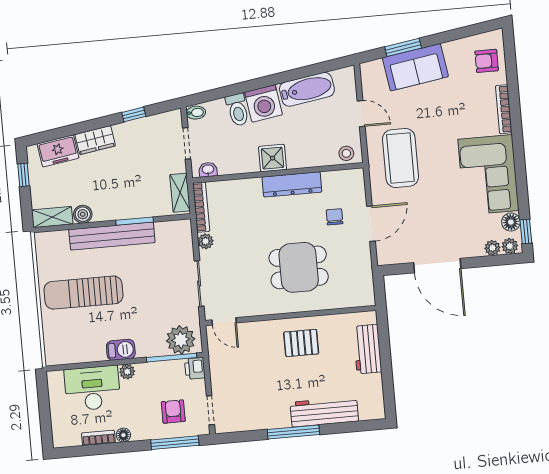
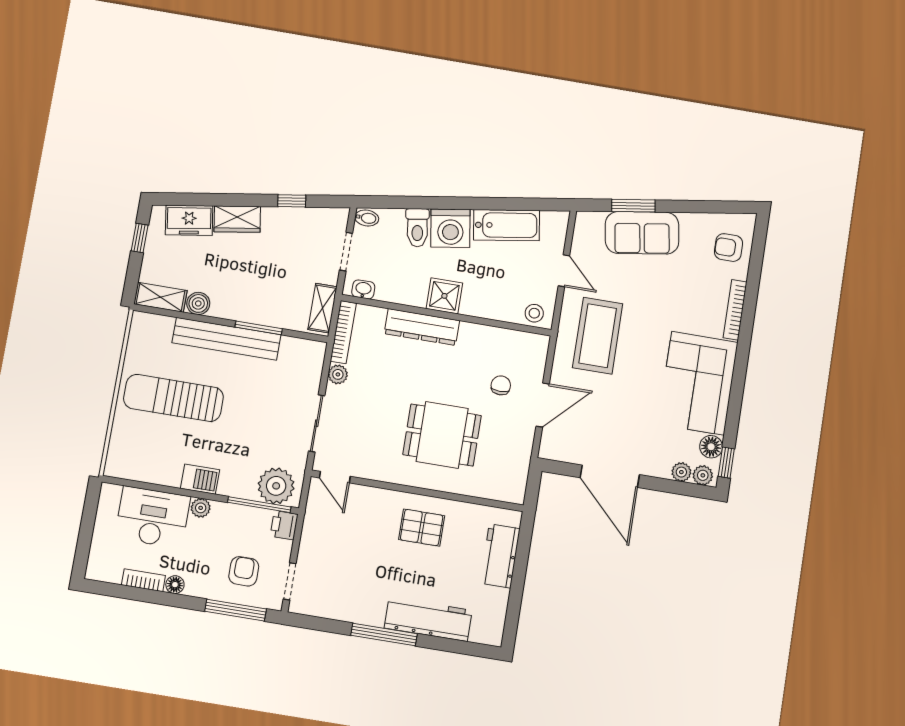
dresser: (292, 184) -> (422, 327), moved

